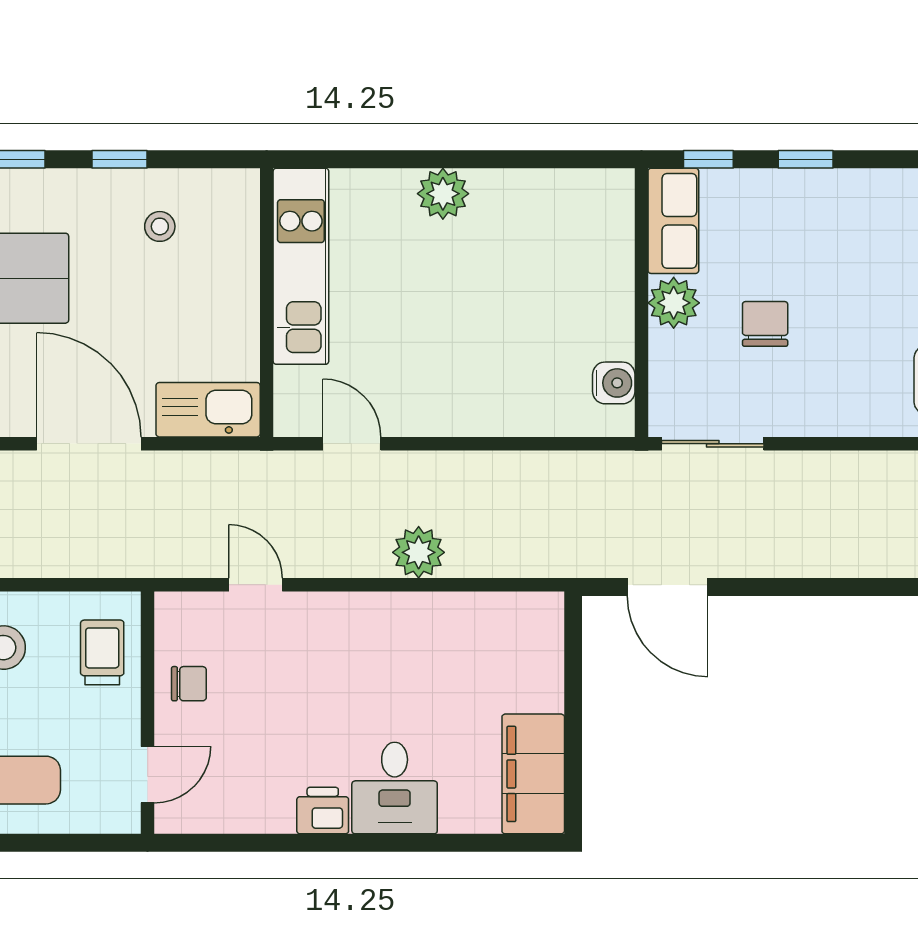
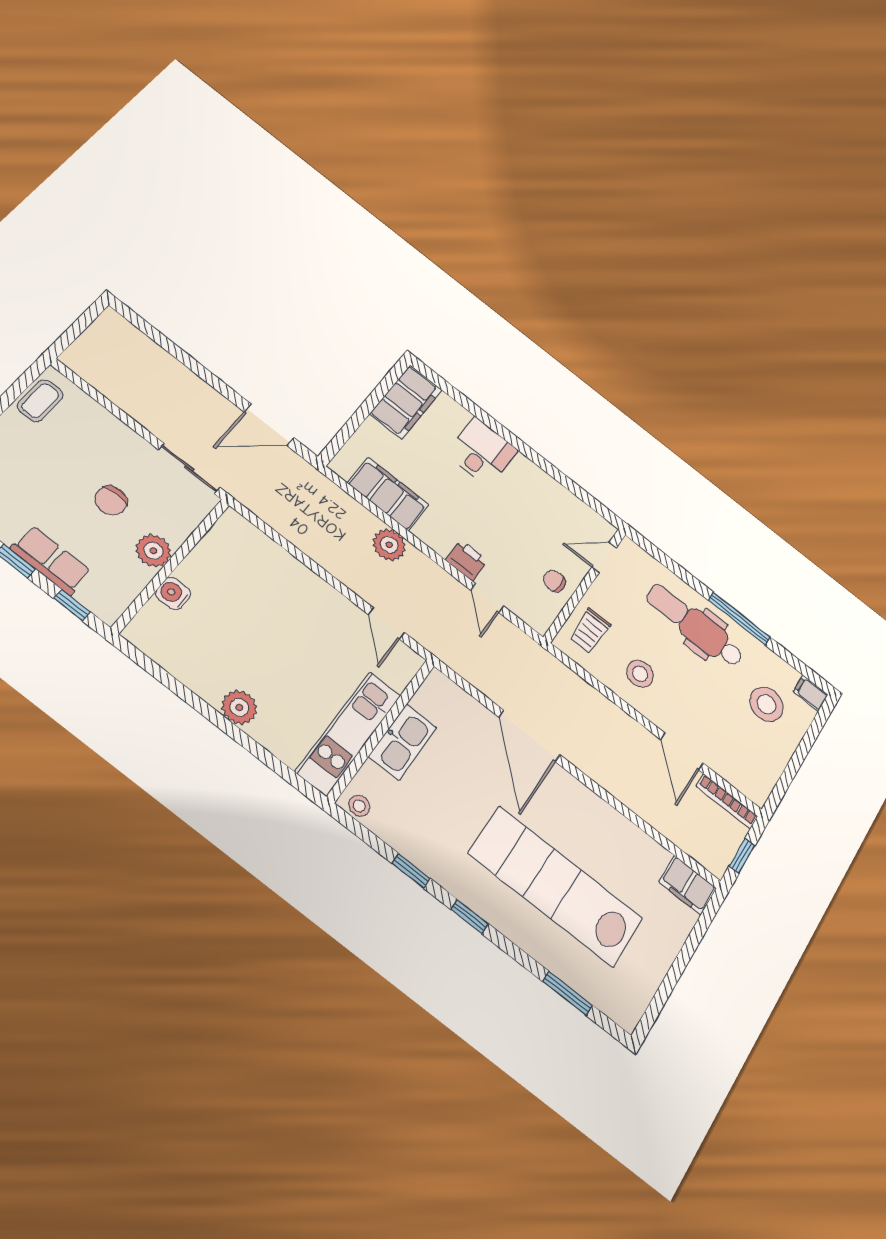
row of seats: (673, 221) -> (51, 560), moved, turned 90
stool: (160, 226) -> (359, 806), moved
water cooler: (614, 383) -> (173, 593), moved
kitchen sink: (208, 410) -> (403, 742), moved, turned -90
door: (668, 587) -> (269, 425), swing flipped
filing cabinet: (466, 621) -> (388, 494), added
printer: (323, 811) -> (466, 560), moved, turned 180

